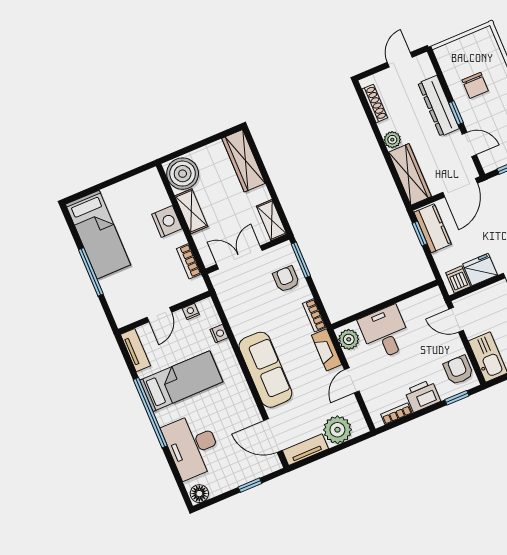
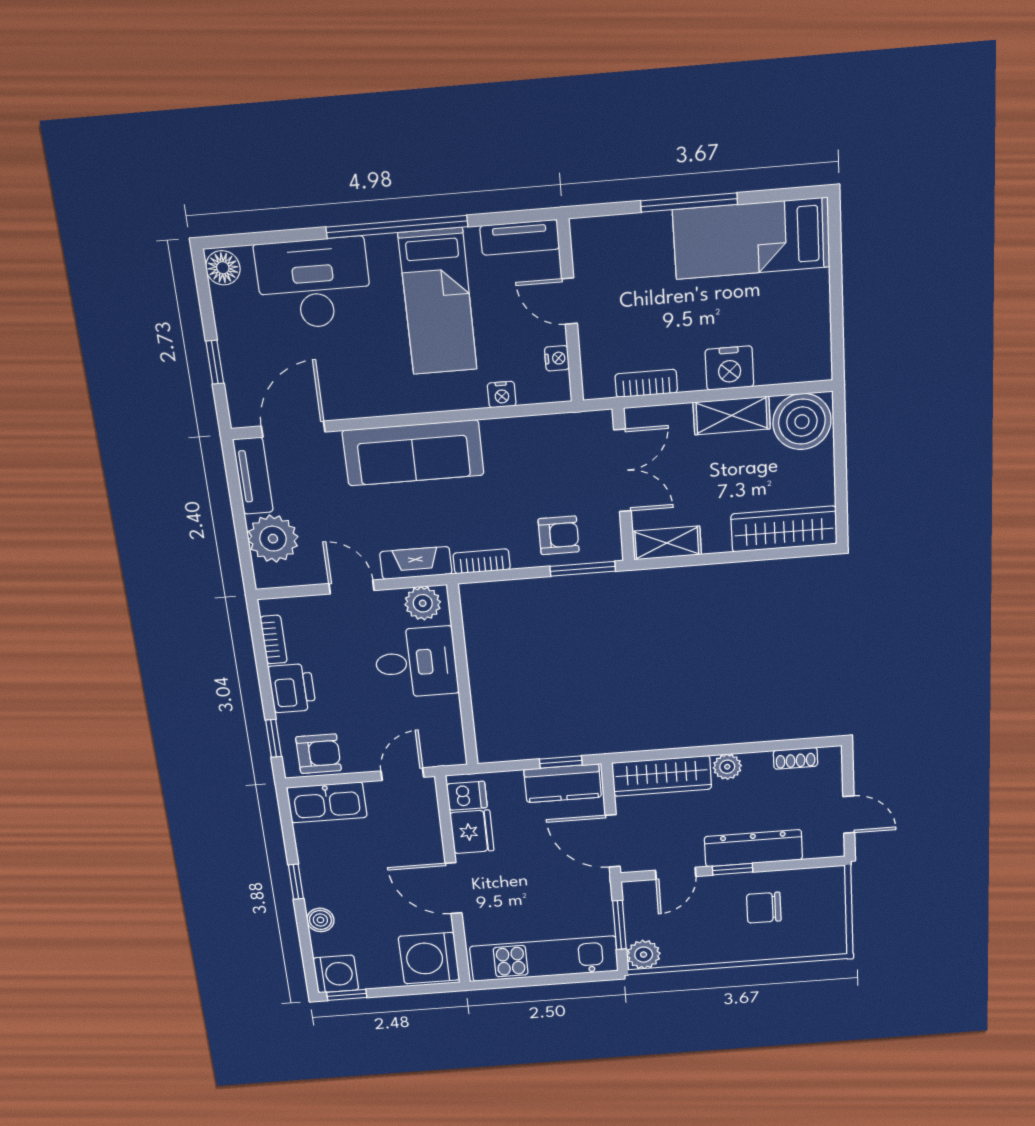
shoe rack: (375, 103) -> (795, 758), width x0.70

